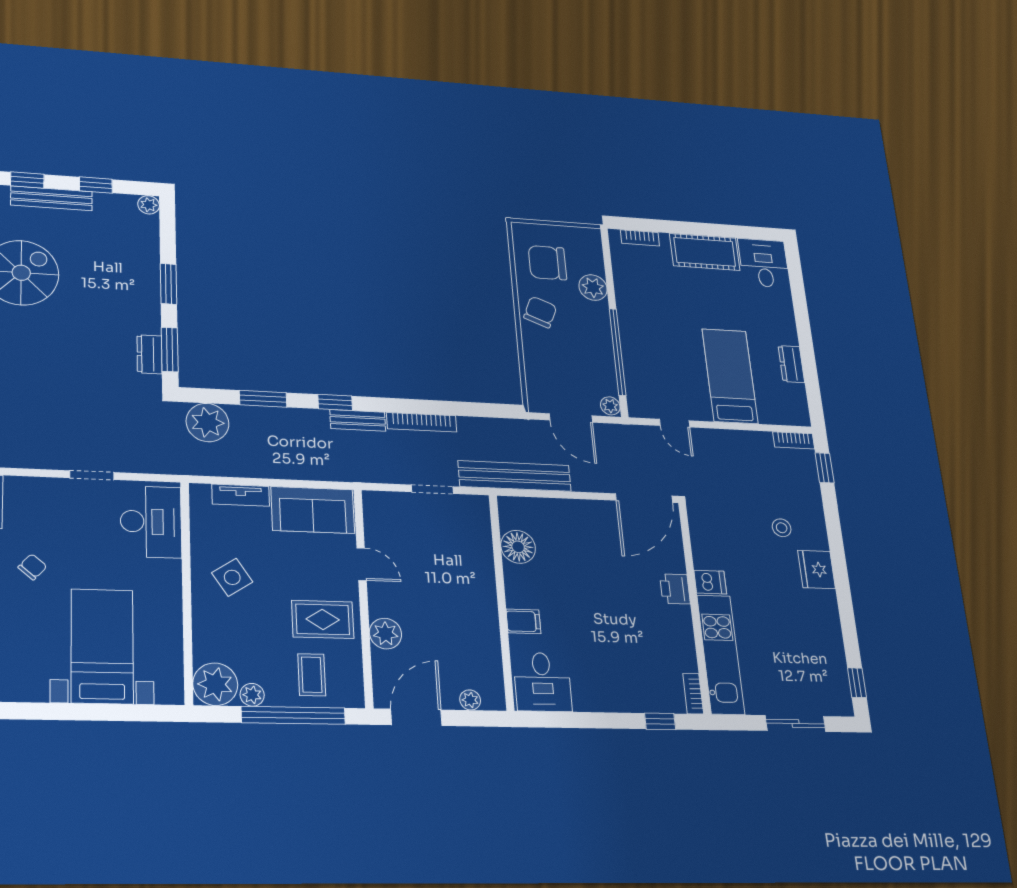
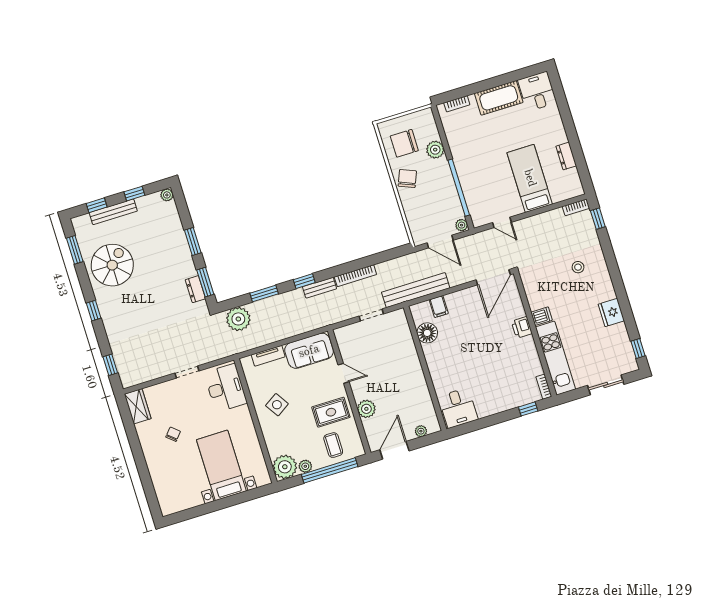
fridge: (817, 569) -> (611, 312), moved
filing cabinet: (523, 621) -> (439, 307), moved, turned 90

